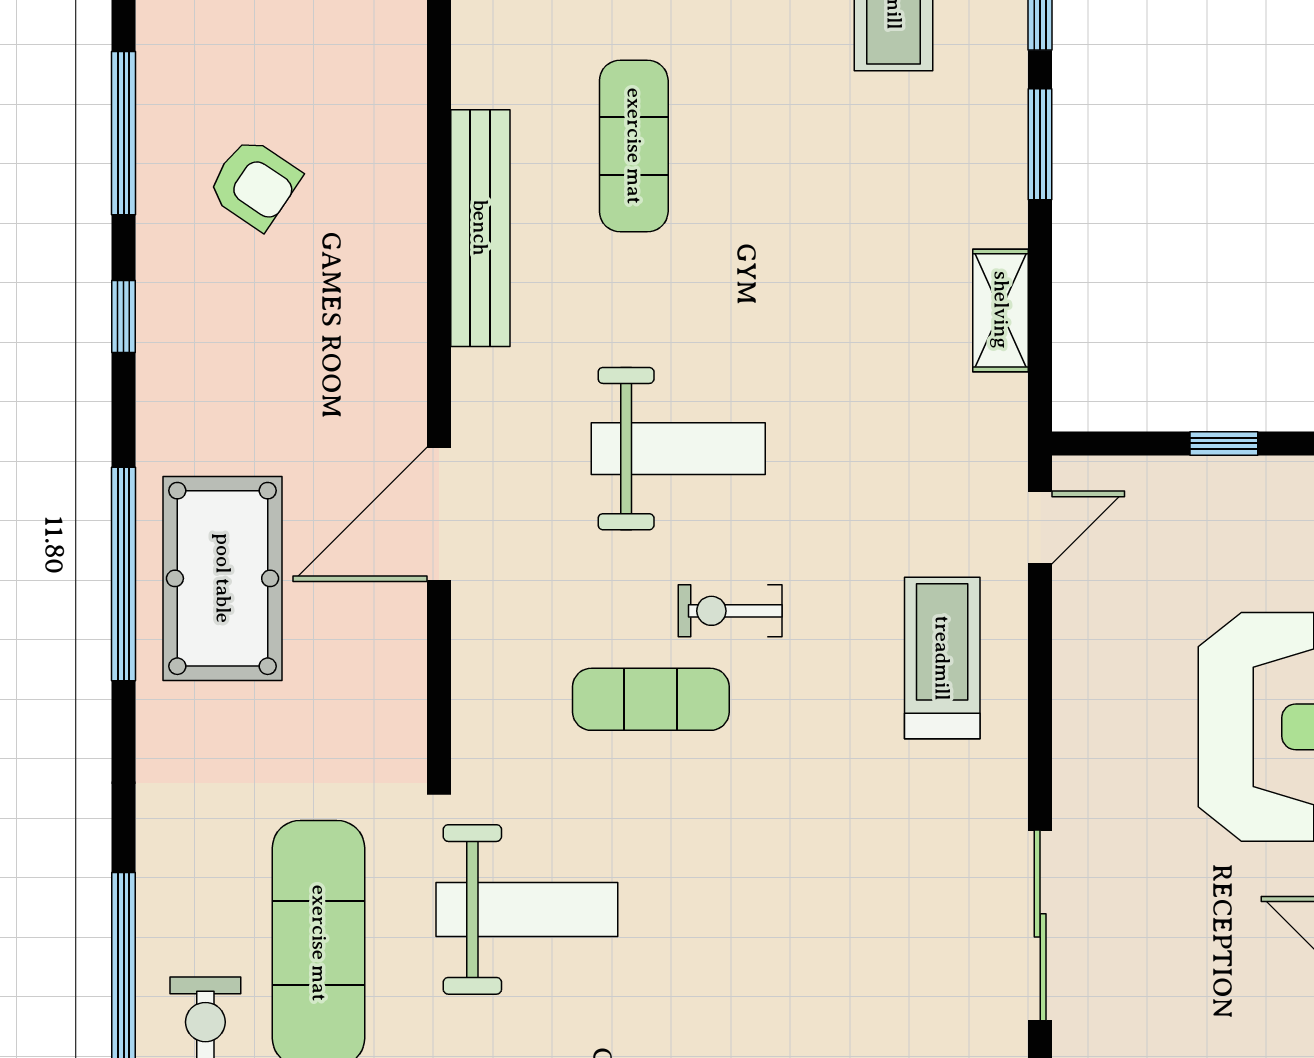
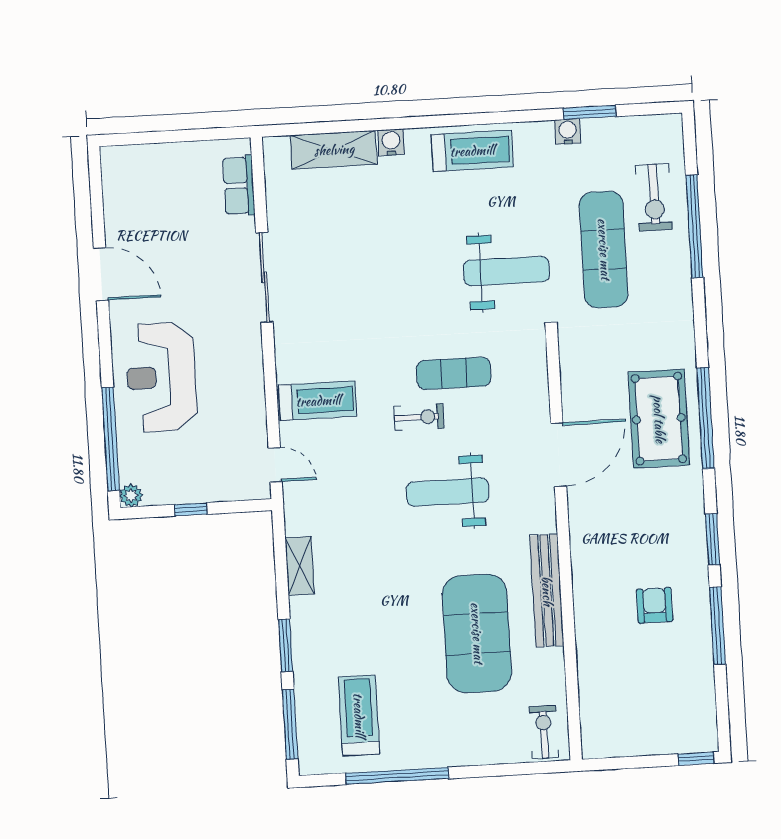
exercise mat: (634, 146) -> (477, 633), width x2.00, depth x1.45
armchair: (254, 184) -> (655, 605), turned 56
window: (124, 317) -> (713, 539), width x1.50
door: (1040, 528) -> (275, 465), swing flipped
treadmill: (942, 658) -> (318, 401), turned -90
weight bench: (527, 909) -> (506, 271), turned 180

